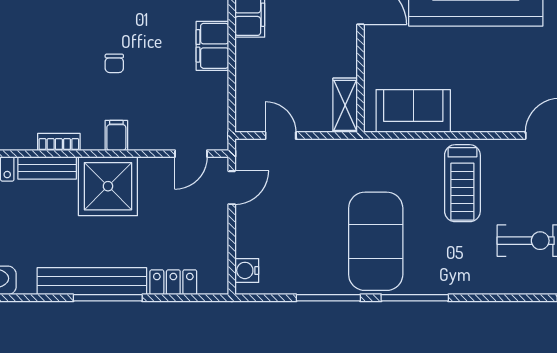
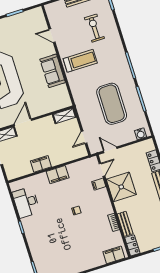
sofa: (413, 111) -> (53, 71), moved
filing cabinet: (116, 136) -> (99, 184), moved
door: (191, 154) -> (102, 170), hinge flipped
shower: (108, 186) -> (121, 187), moved
exercise mat: (376, 241) -> (112, 104), moved, turned 90

